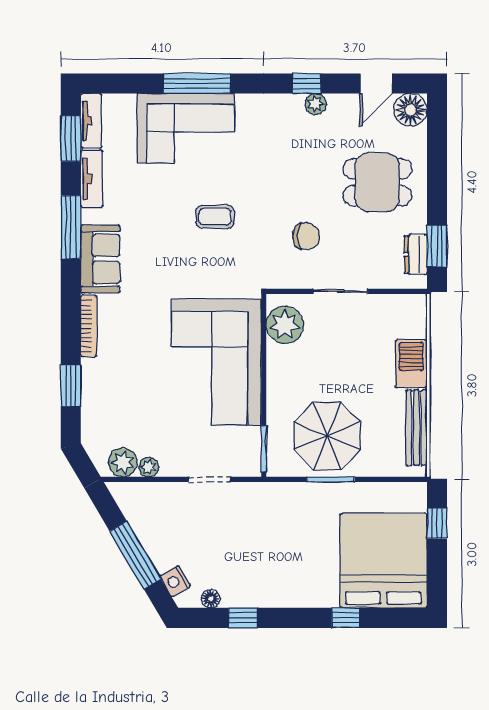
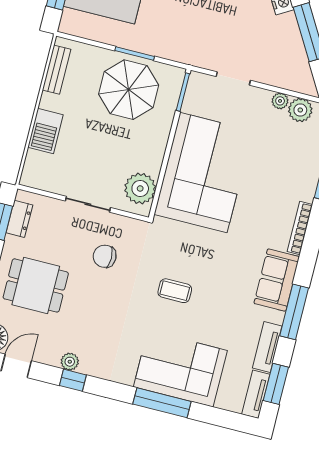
bench: (416, 428) -> (57, 70), width x0.73

